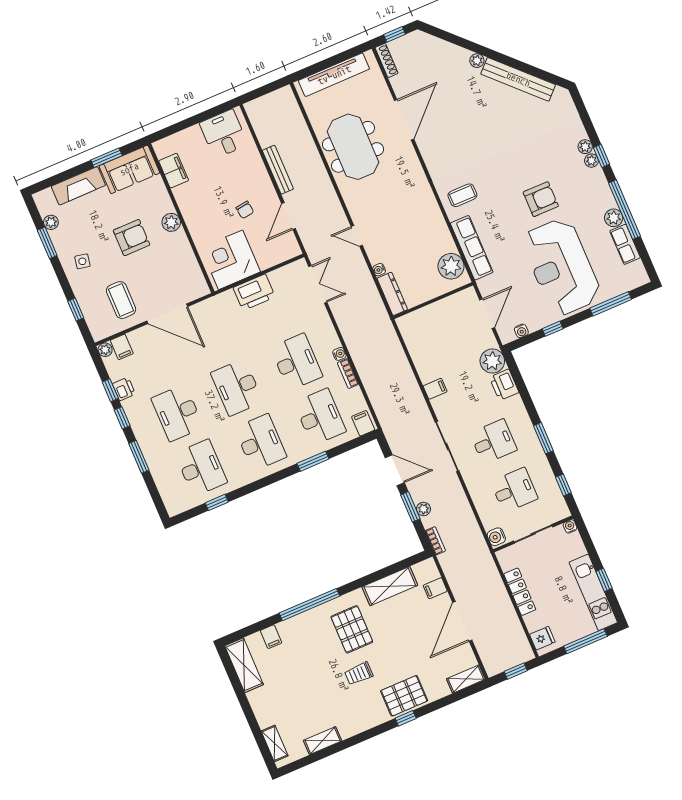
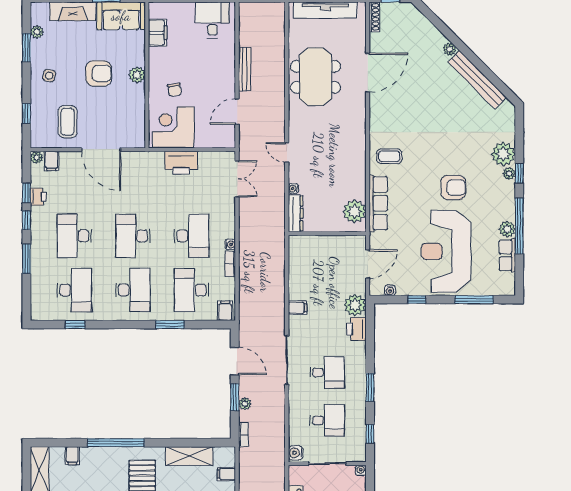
plant: (585, 147) -> (503, 154), width x1.88, depth x1.88
chair: (245, 210) -> (174, 90), moved
desk: (320, 417) -> (192, 290), turned 180

